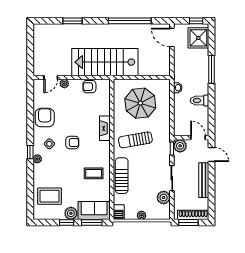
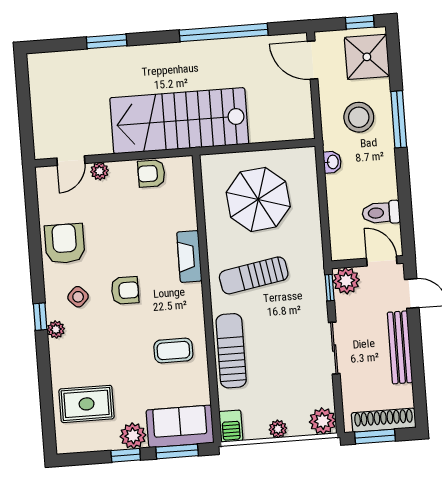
stool: (192, 67) -> (359, 117), added
toilet: (200, 101) -> (381, 213), moved
plant: (164, 198) -> (323, 421), moved

